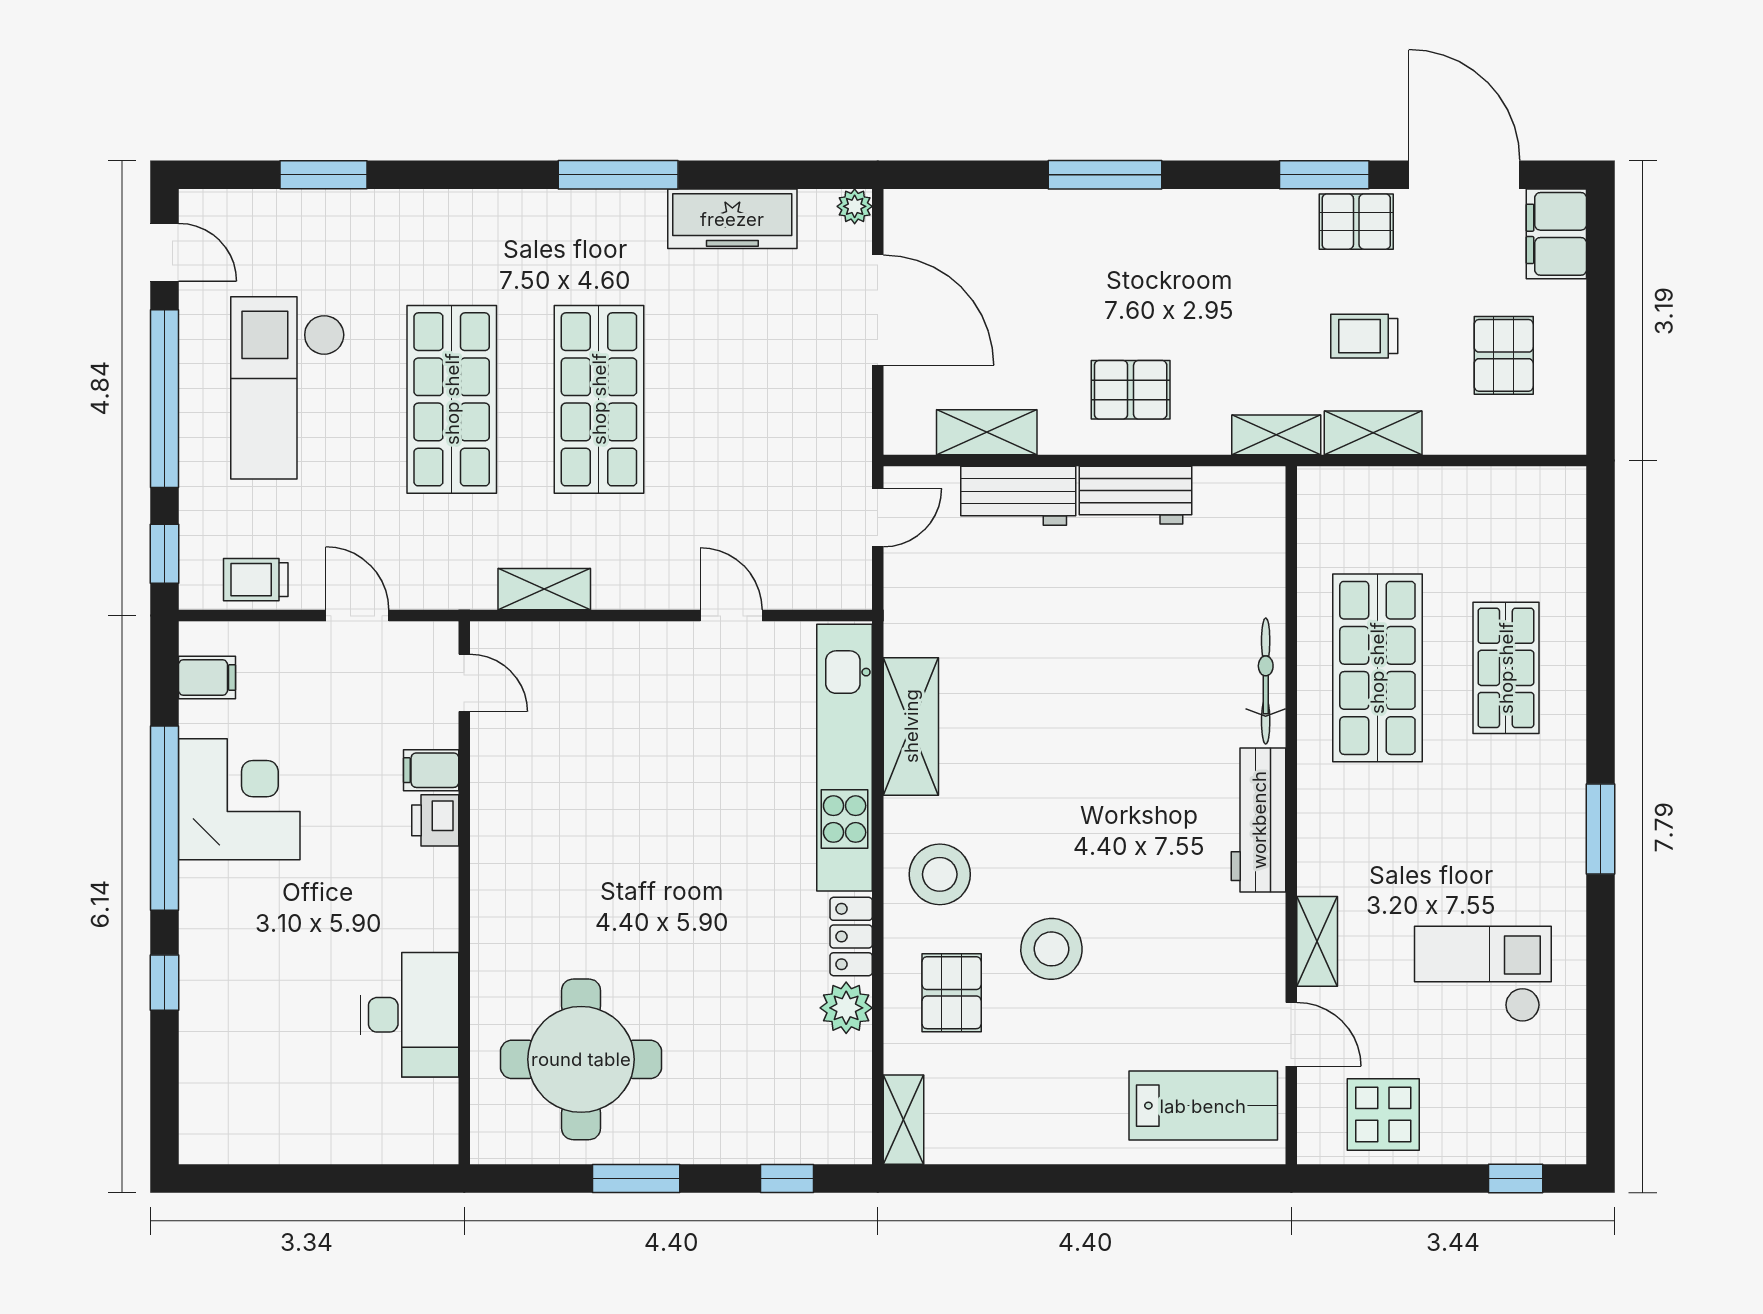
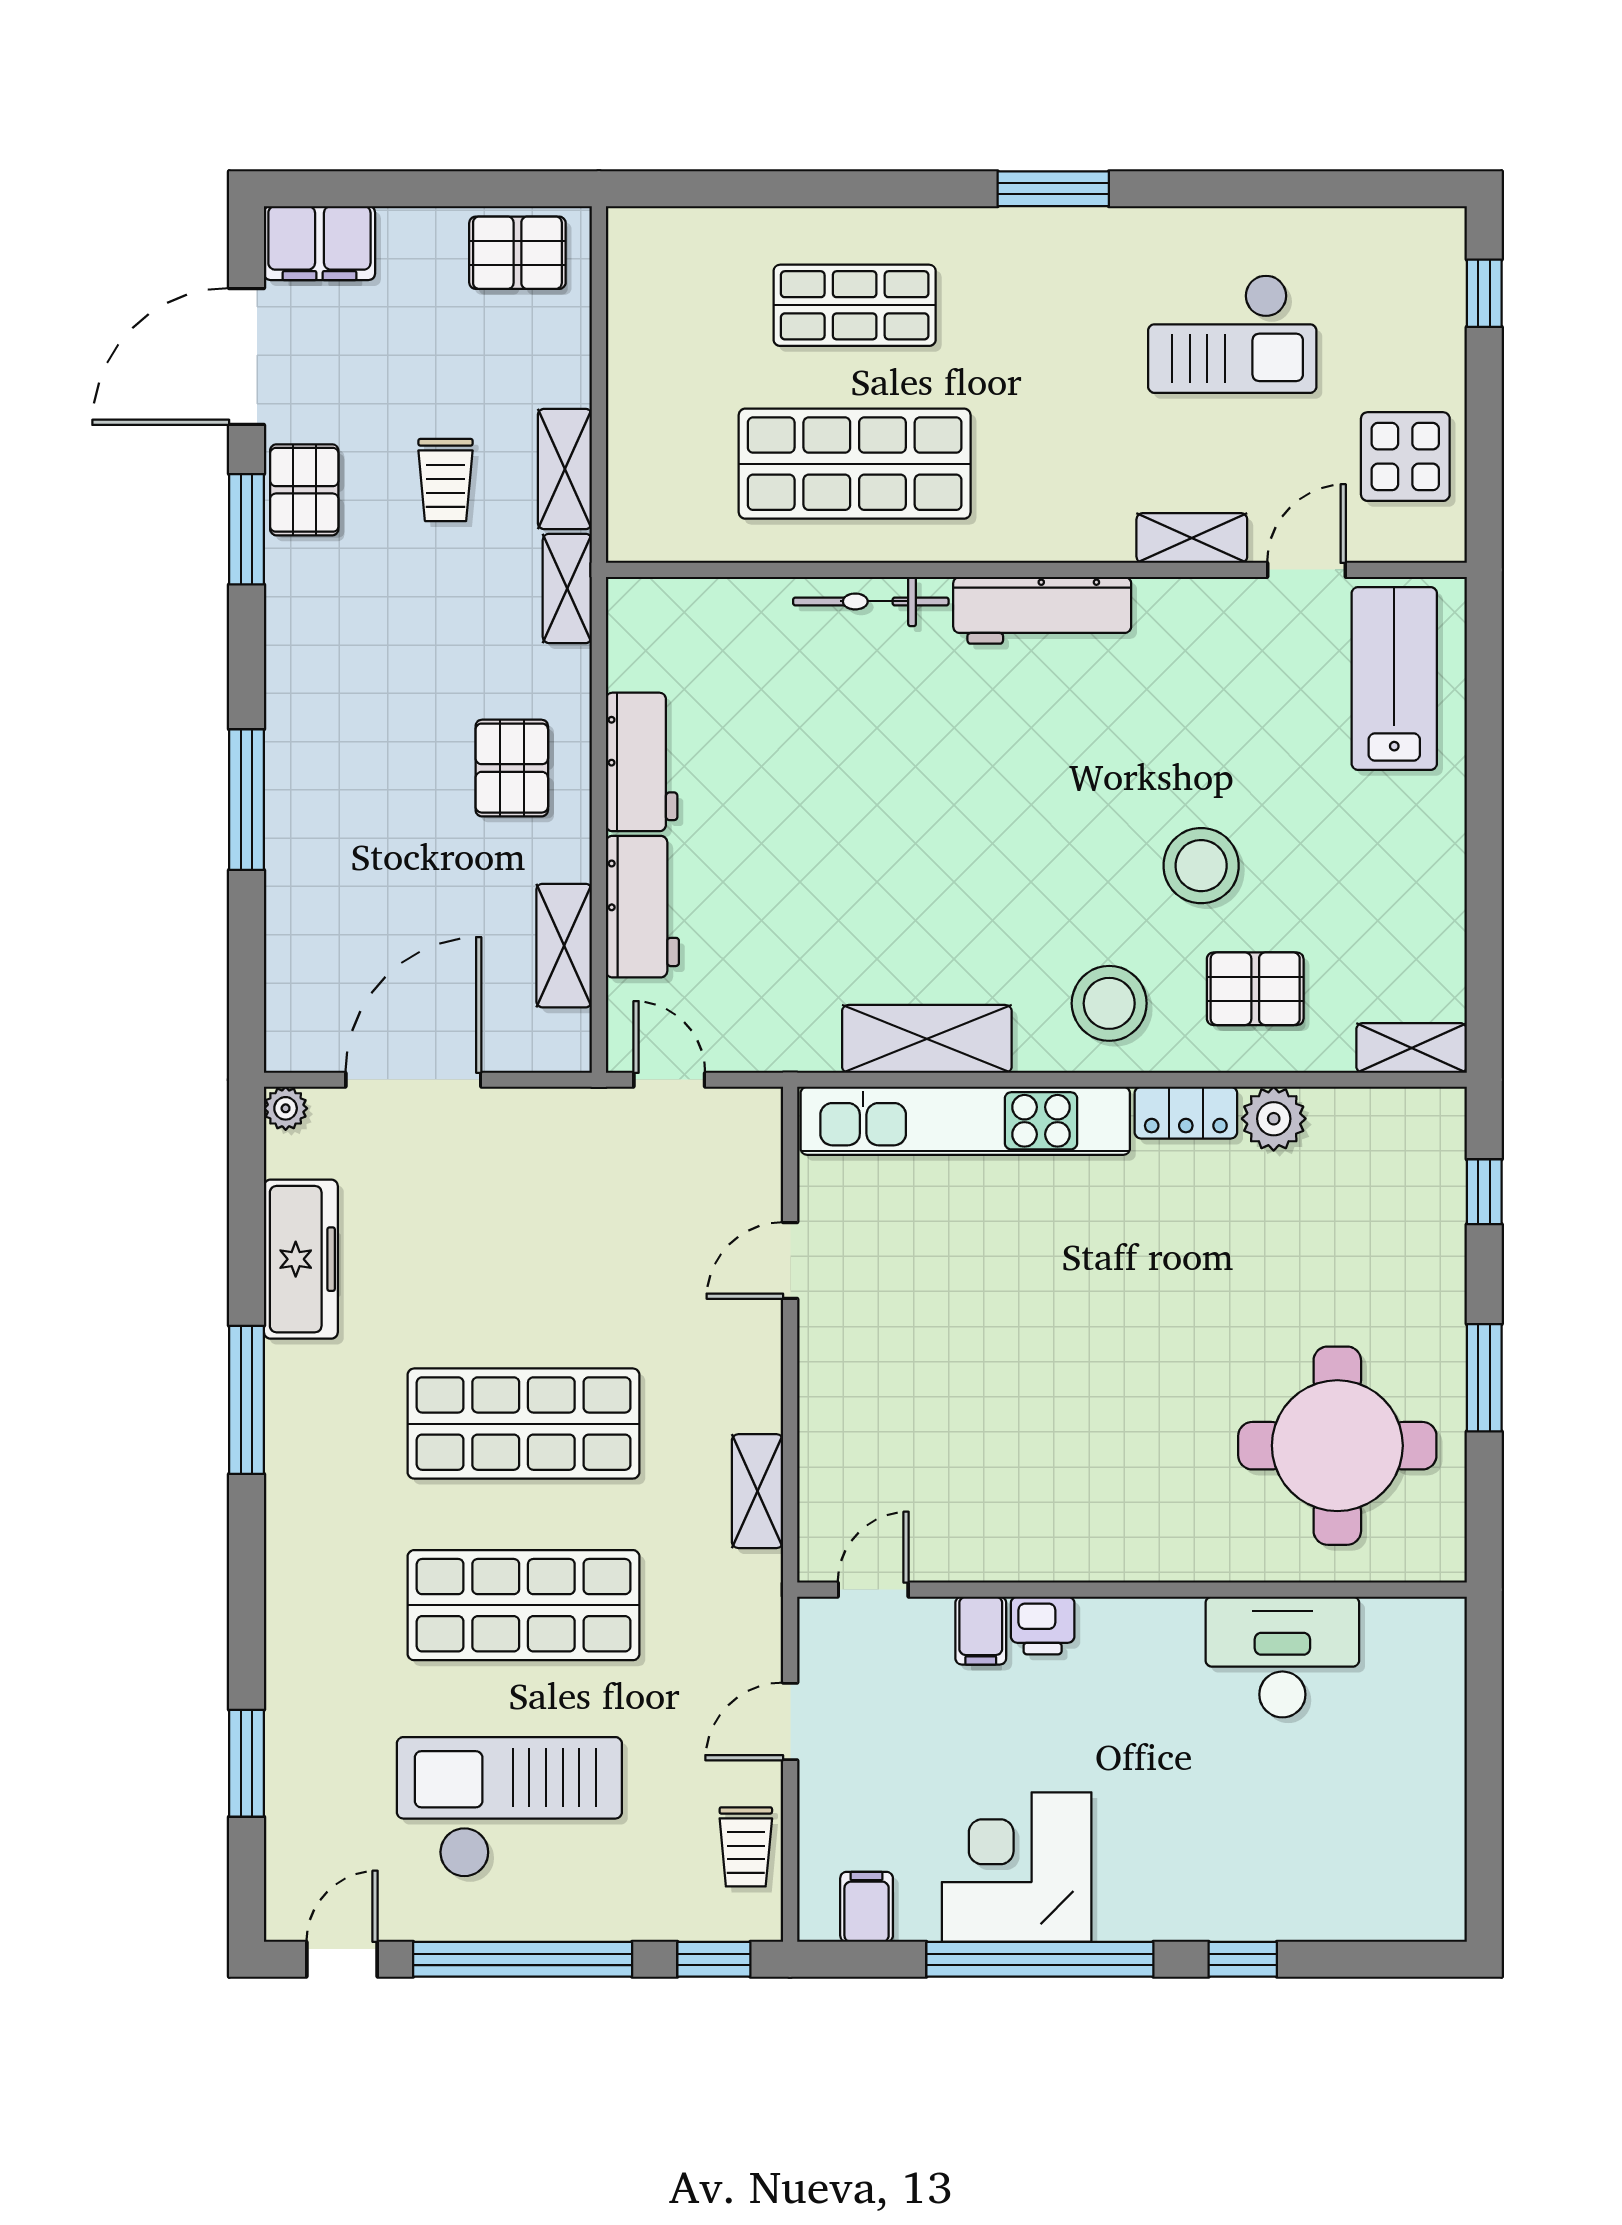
pallet: (1504, 355) -> (517, 253), moved
checkout: (288, 388) -> (509, 1807), turned 180
checkout: (1483, 974) -> (1232, 334), turned -90

